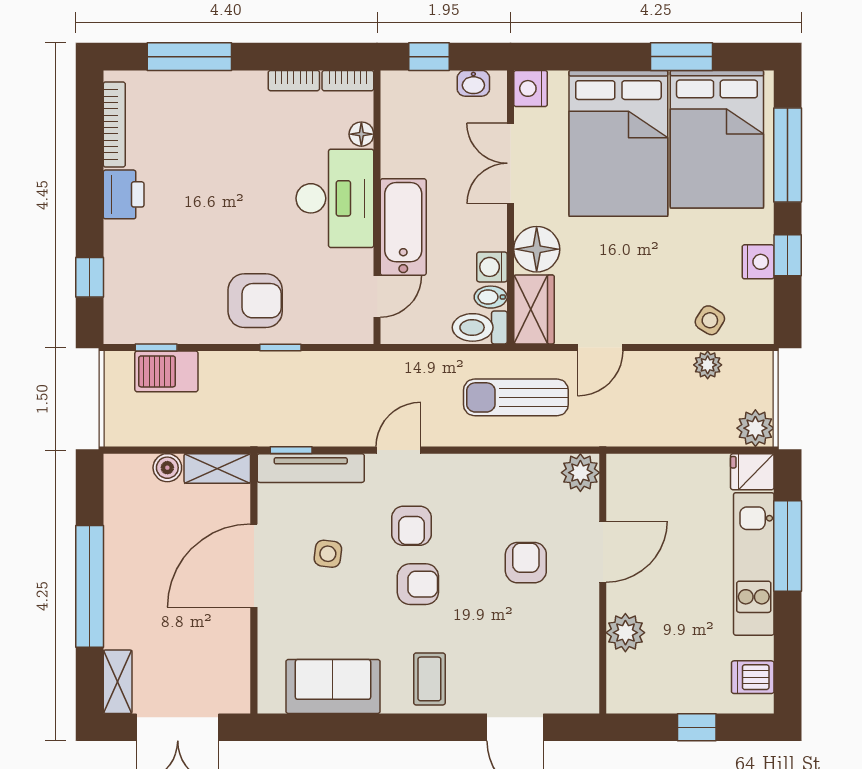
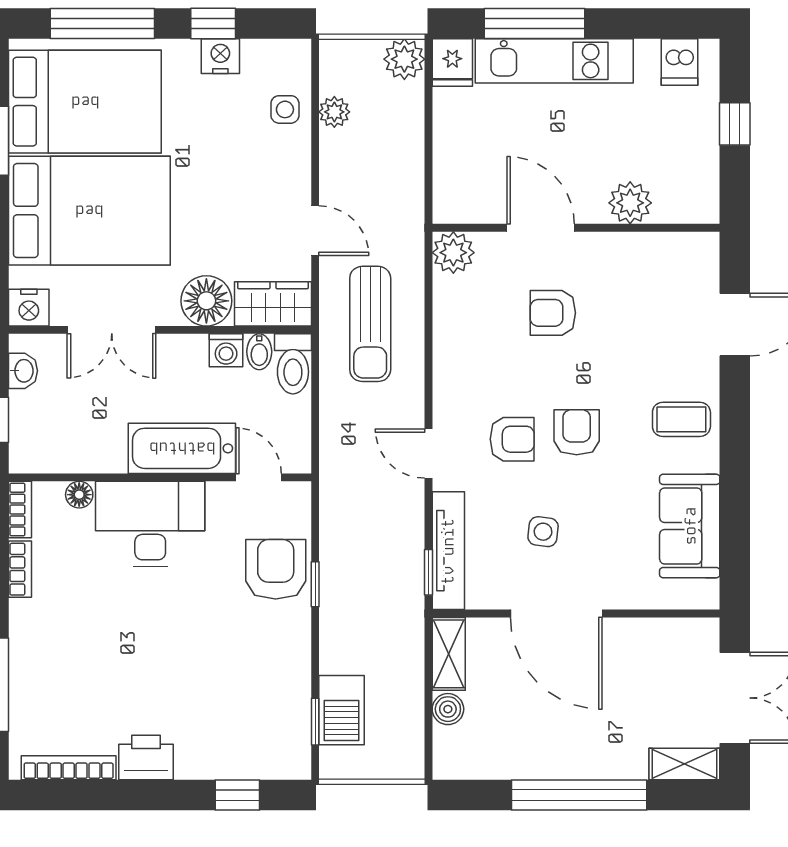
armchair: (255, 301) -> (276, 569), moved
side table: (710, 320) -> (285, 109), turned -32

